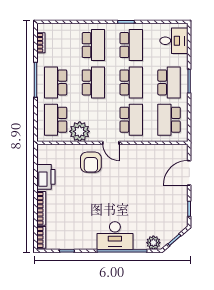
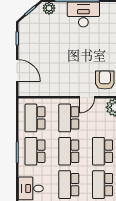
school desk: (169, 120) -> (35, 118), turned 180
door: (111, 143) -> (87, 97), swing flipped
door: (189, 173) -> (17, 71), hinge flipped

